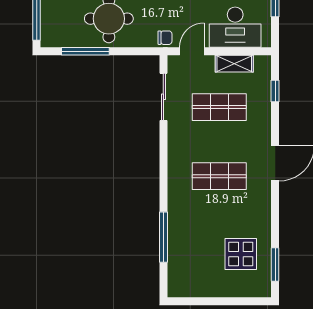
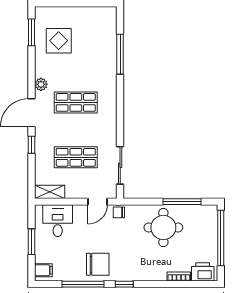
desk: (235, 27) -> (58, 221), width x0.73
shelving: (234, 64) -> (50, 192), moved
window: (275, 91) -> (32, 145), moved
plant: (263, 199) -> (41, 84), added

